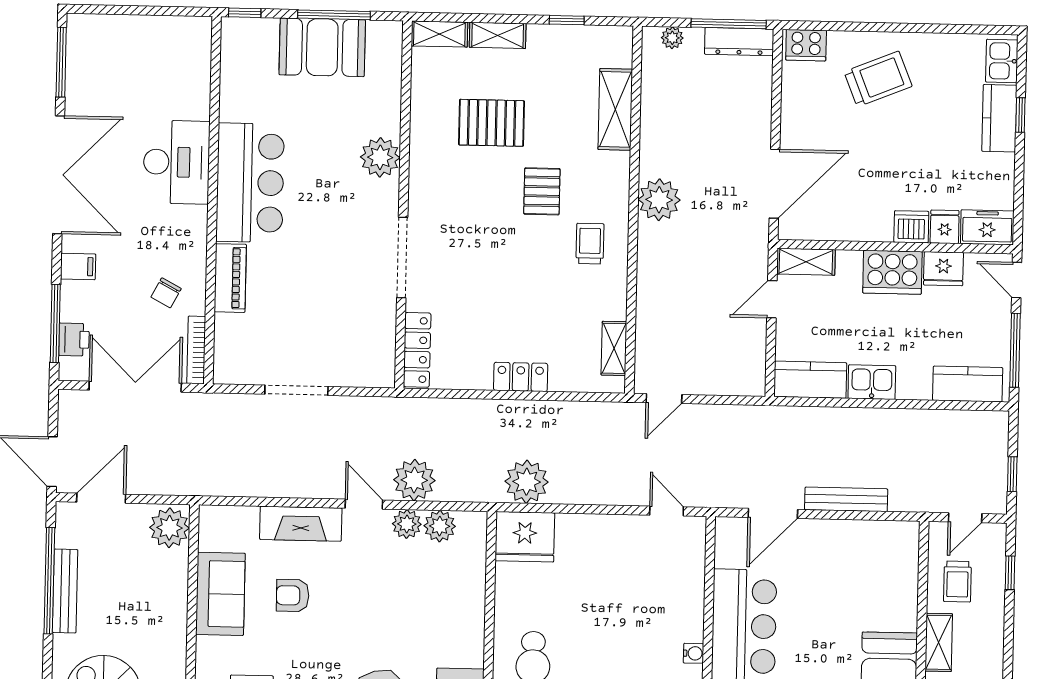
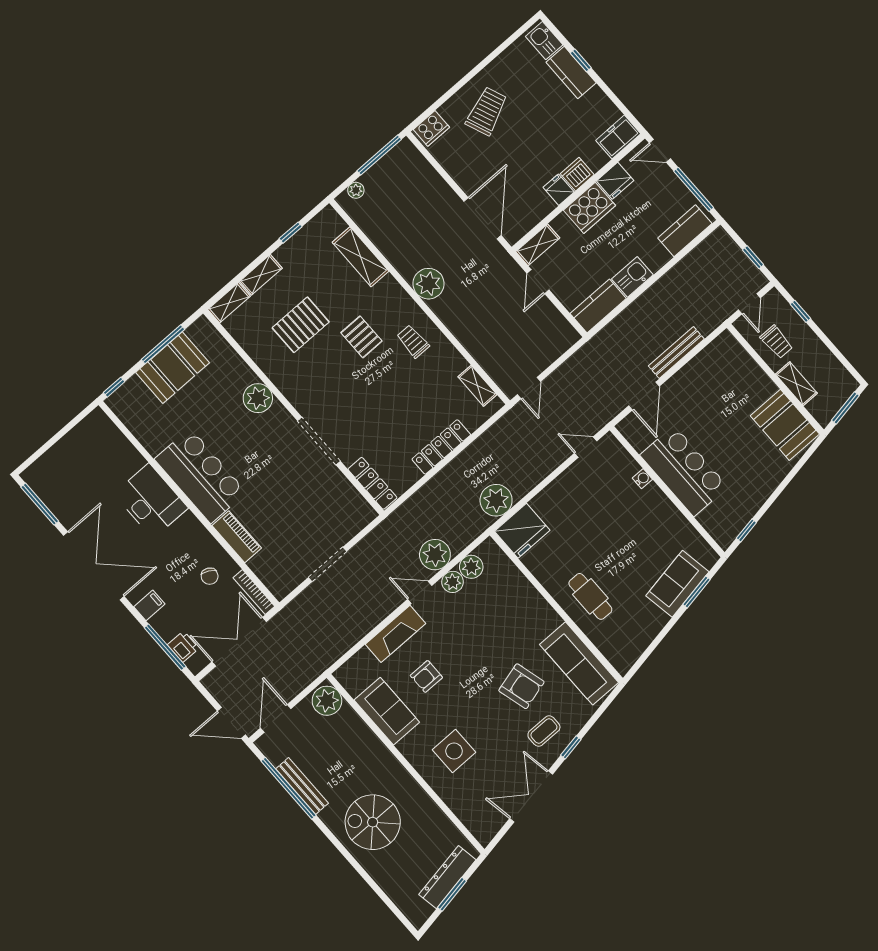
dresser: (739, 42) -> (394, 159), removed
fridge: (945, 227) -> (559, 190), moved
locker: (521, 377) -> (441, 447), width x1.53
water cooler: (694, 653) -> (642, 479), moved

